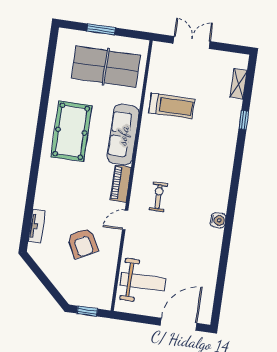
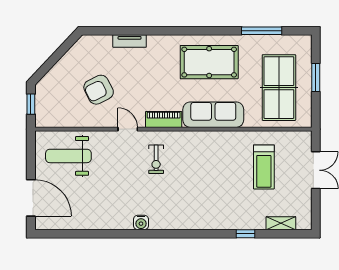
window: (48, 76) -> (262, 31), added
treadmill: (172, 106) -> (264, 167), moved
exercise bike: (158, 197) -> (156, 159), turned 90
tv unit: (37, 226) -> (130, 41), moved
weight bench: (143, 282) -> (68, 156), turned 90

